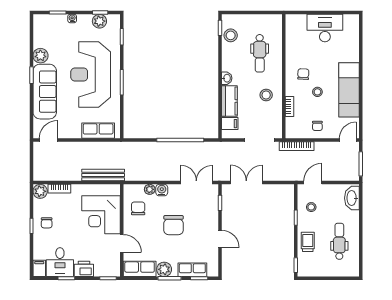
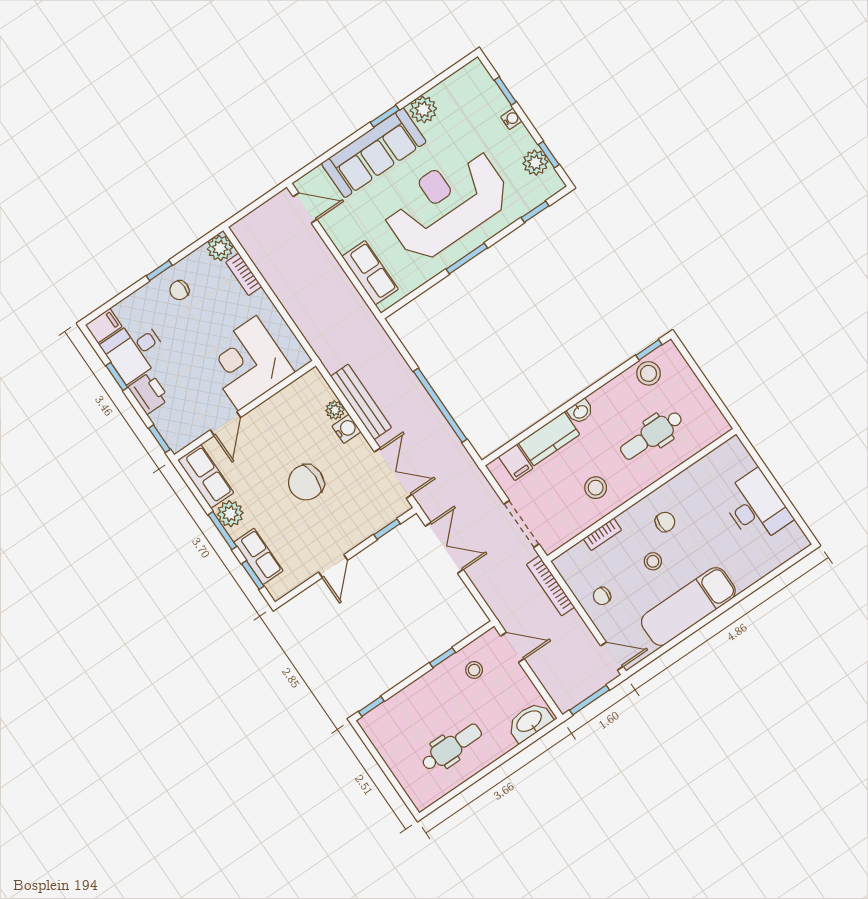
bench: (103, 175) -> (361, 402), moved
chair: (138, 208) -> (295, 412), removed
trolley: (308, 242) -> (418, 700), removed

